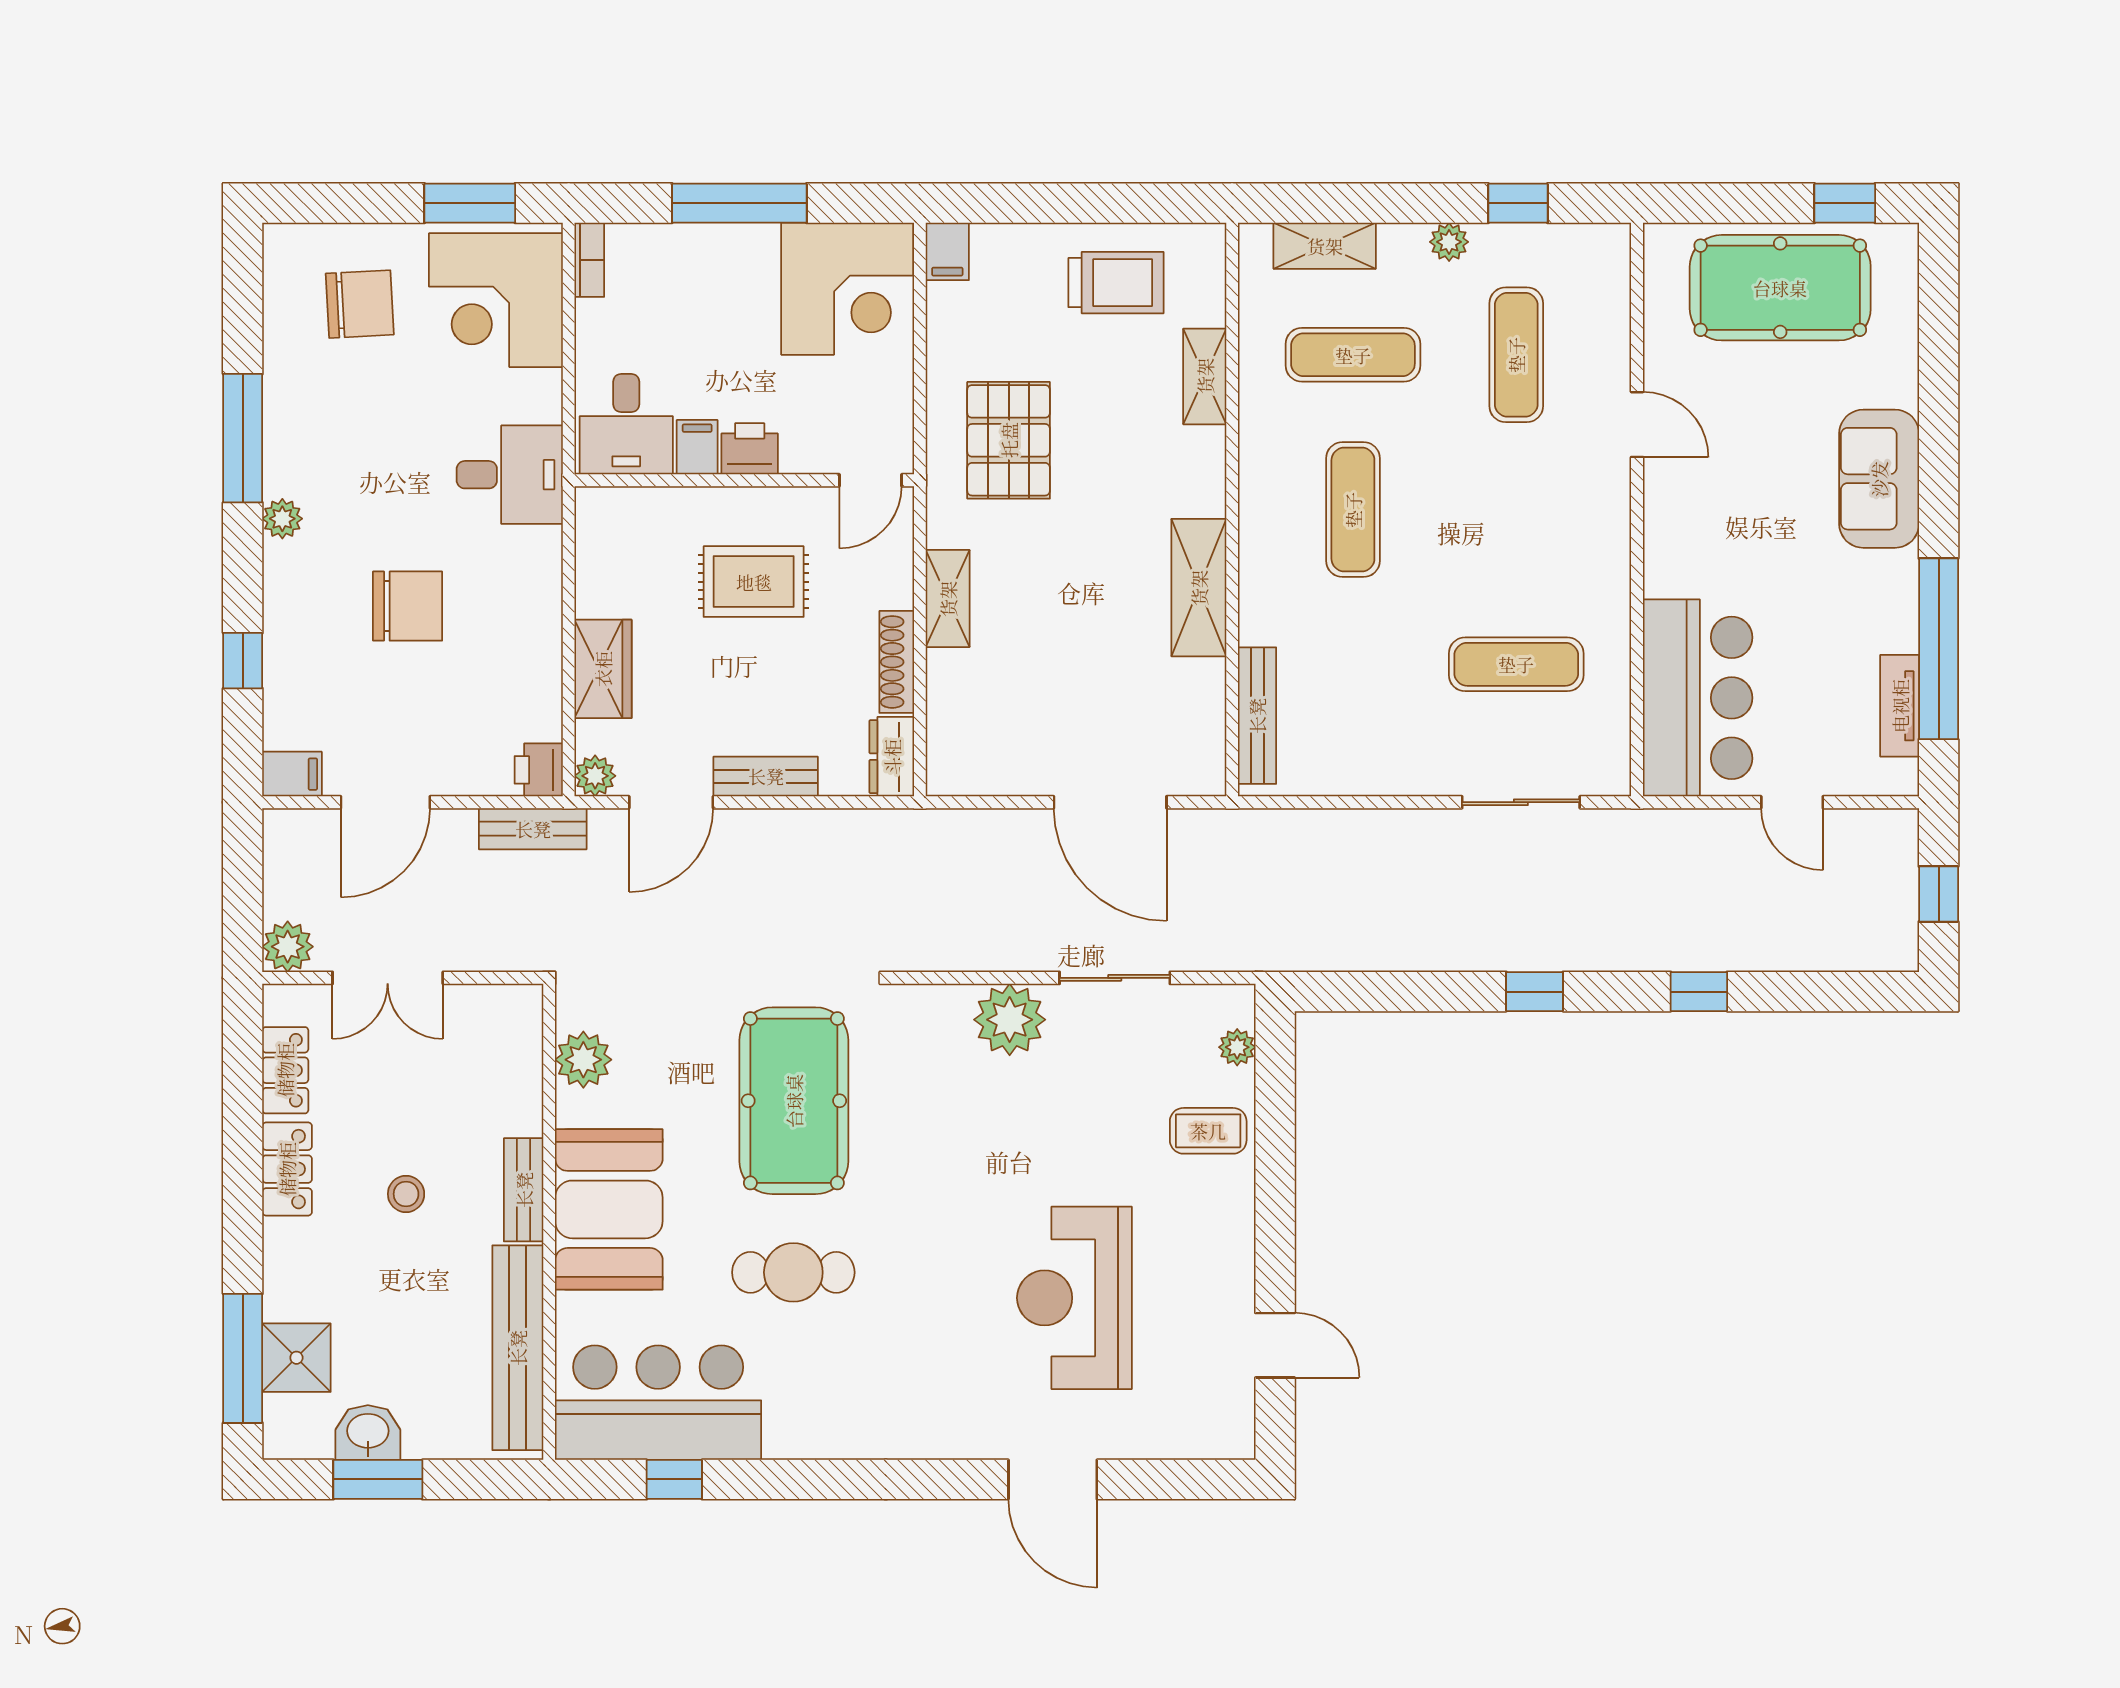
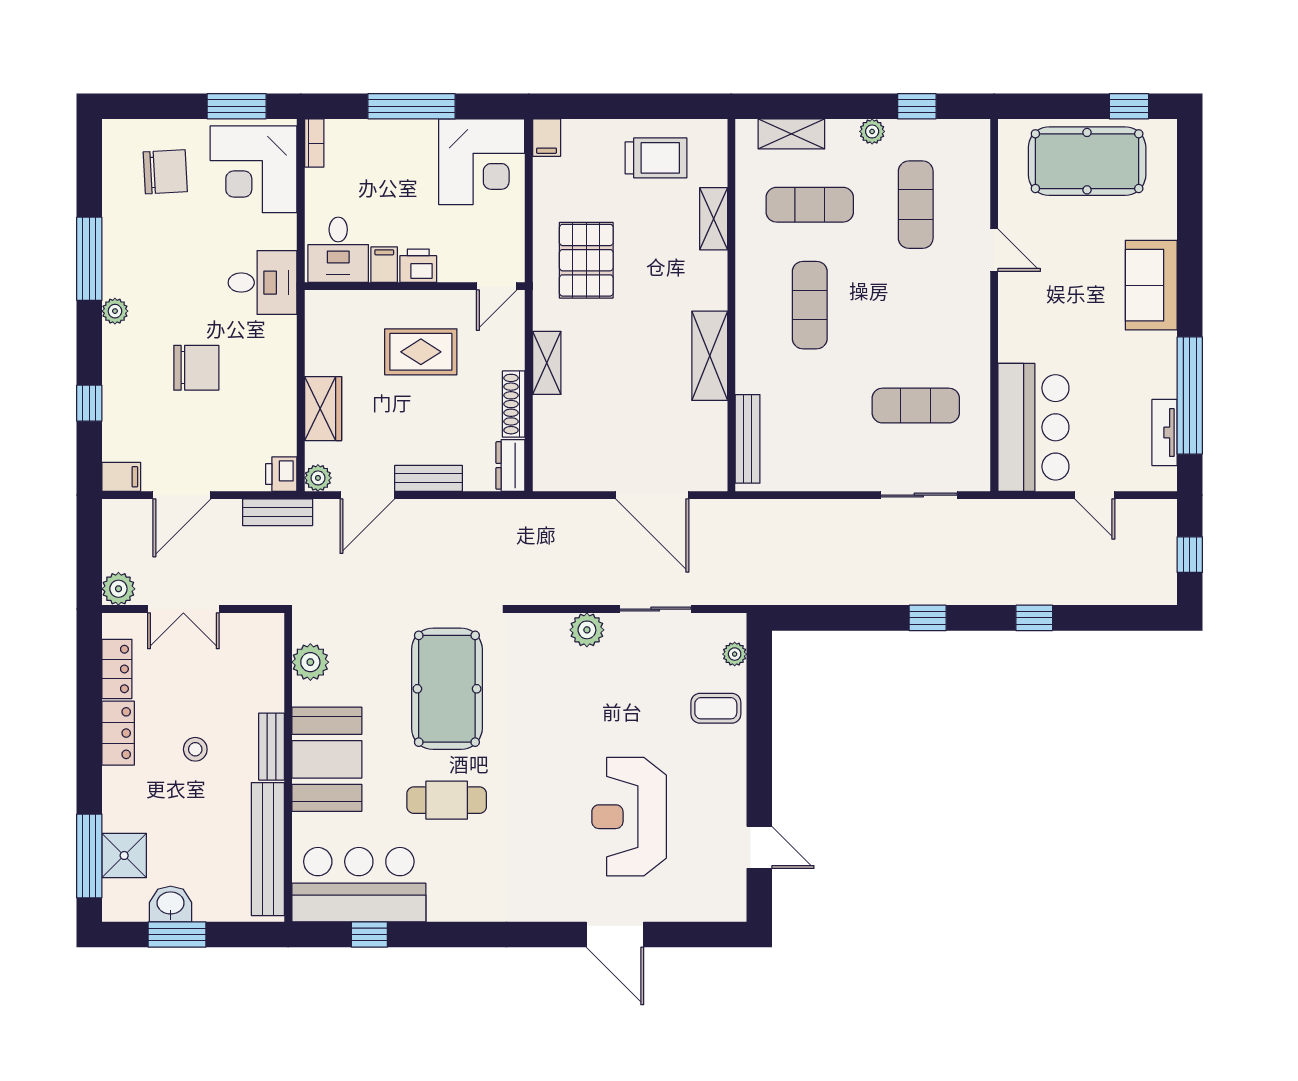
plant: (1010, 1020) -> (587, 630), width x0.73, depth x0.73

